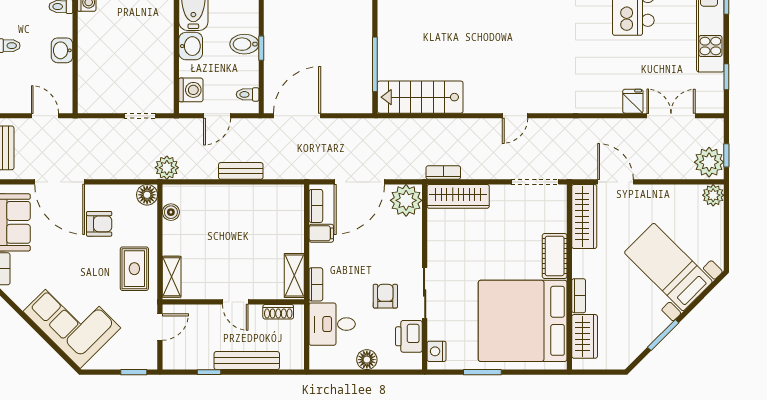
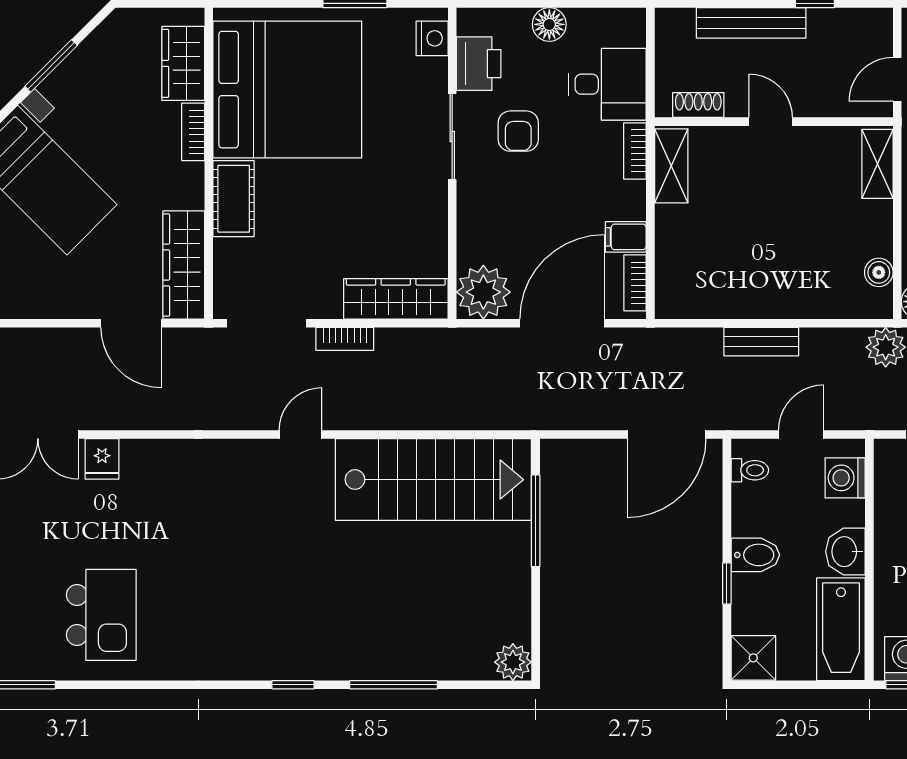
window: (261, 48) -> (727, 583), moved
stairs: (420, 97) -> (433, 480), width x1.36, depth x1.51
bookcase: (443, 173) -> (345, 339), moved

